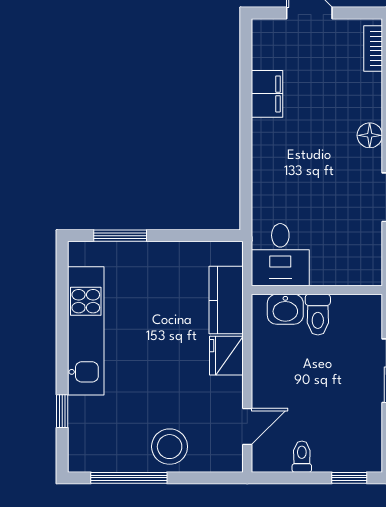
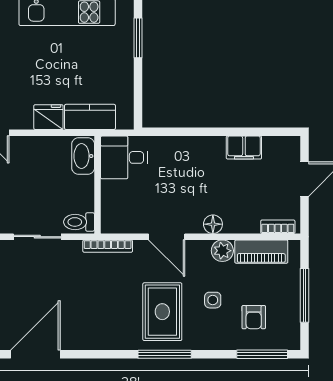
washbasin: (285, 309) -> (83, 156), width x1.38
toilet: (318, 315) -> (79, 222), moved

